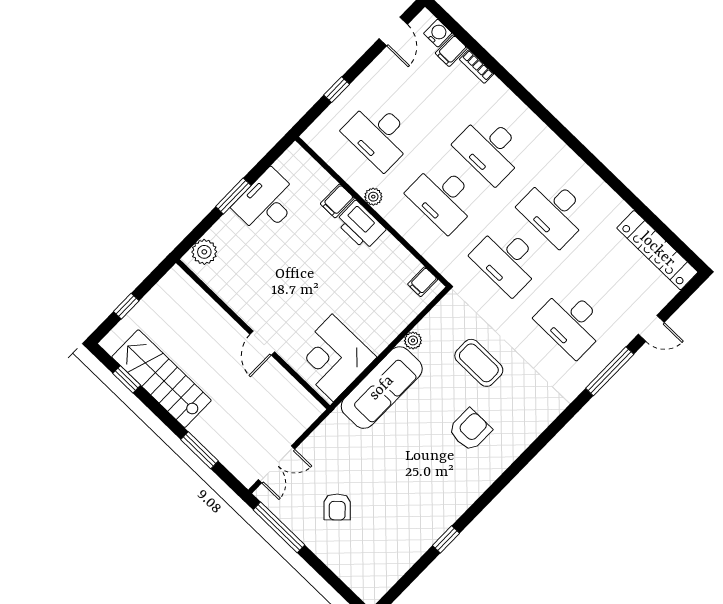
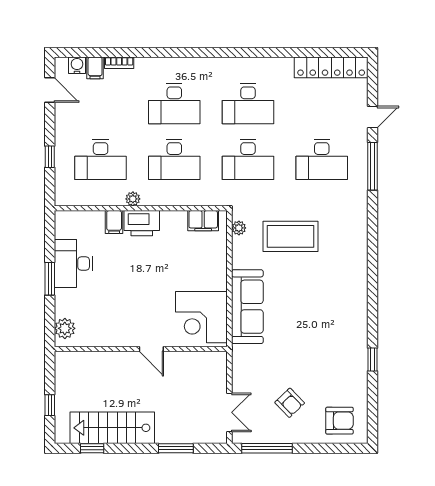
filing cabinet: (423, 282) -> (203, 221), width x2.00
plant: (413, 340) -> (239, 228), moved
coffee table: (479, 363) -> (290, 236), width x1.36, depth x1.32
armchair: (470, 430) -> (339, 421), moved, turned 90

